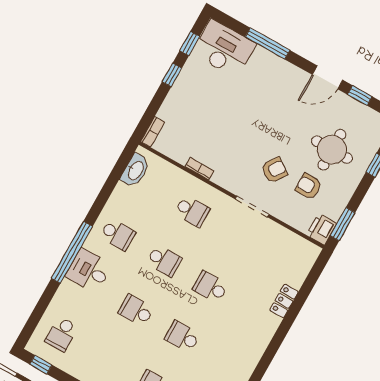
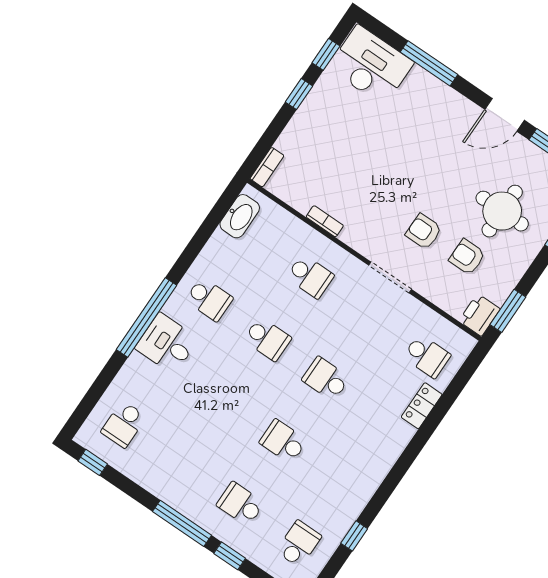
armchair: (274, 170) -> (424, 232), turned -125
school desk: (136, 310) -> (427, 356), moved, turned 180

